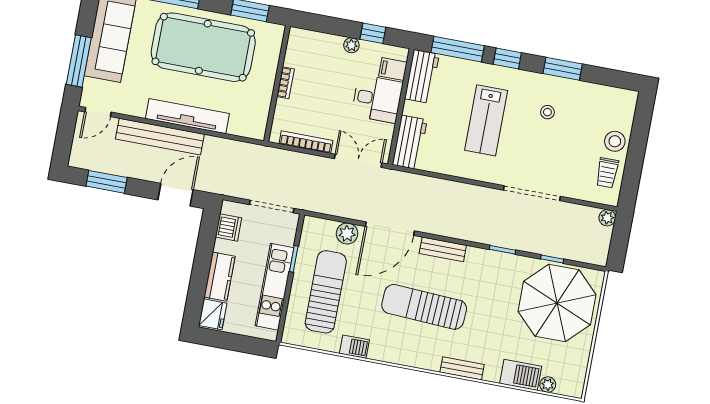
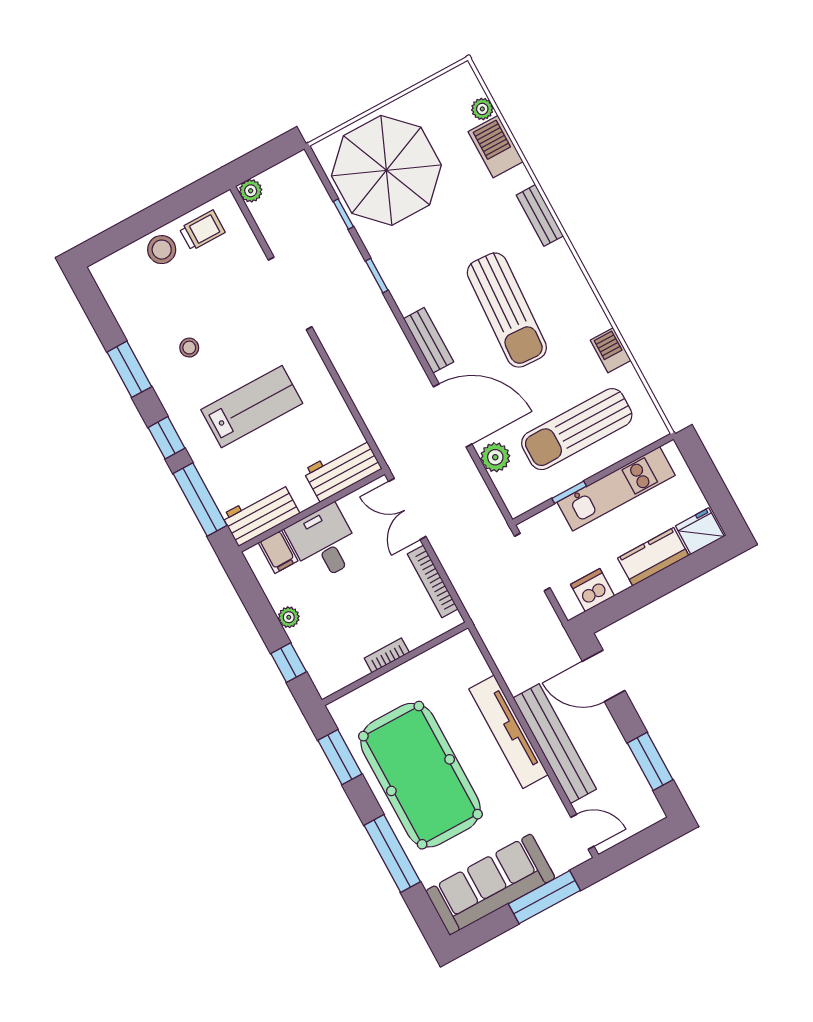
window: (373, 33) -> (289, 663), moved

